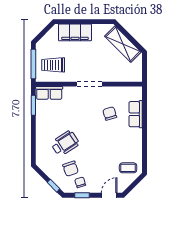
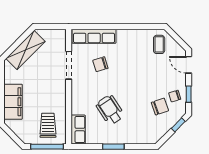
trolley: (53, 65) -> (48, 125), turned 180
doorway: (89, 84) -> (69, 65), moved
window: (33, 105) -> (113, 147), moved
row of seats: (136, 114) -> (94, 36), width x1.48
wheelchair: (65, 143) -> (110, 110), moved

